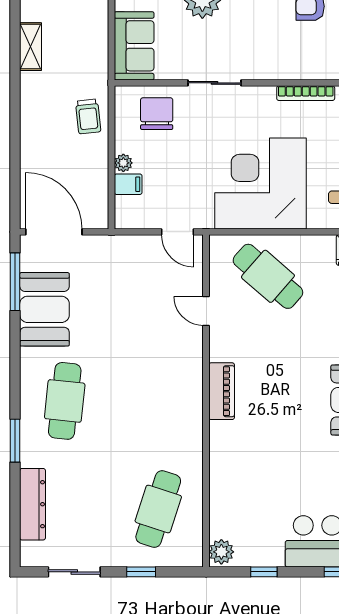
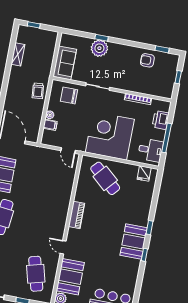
chair: (157, 114) -> (69, 95), turned -90
door: (206, 311) -> (63, 247), moved
piano: (222, 391) -> (77, 215), moved
booth: (233, 501) -> (70, 277), added
cafe table: (158, 509) -> (36, 274), turned -33

